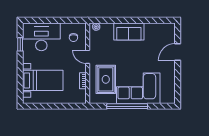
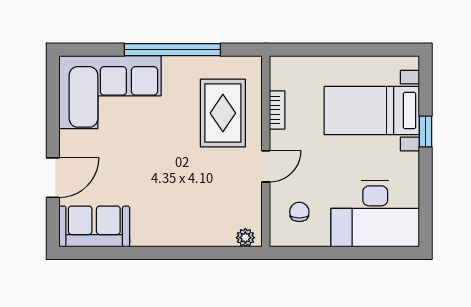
sofa: (129, 31) -> (94, 226), moved
window: (20, 44) -> (425, 131), moved
door: (88, 57) -> (266, 166), hinge flipped
corner sofa: (138, 88) -> (110, 92), moved

